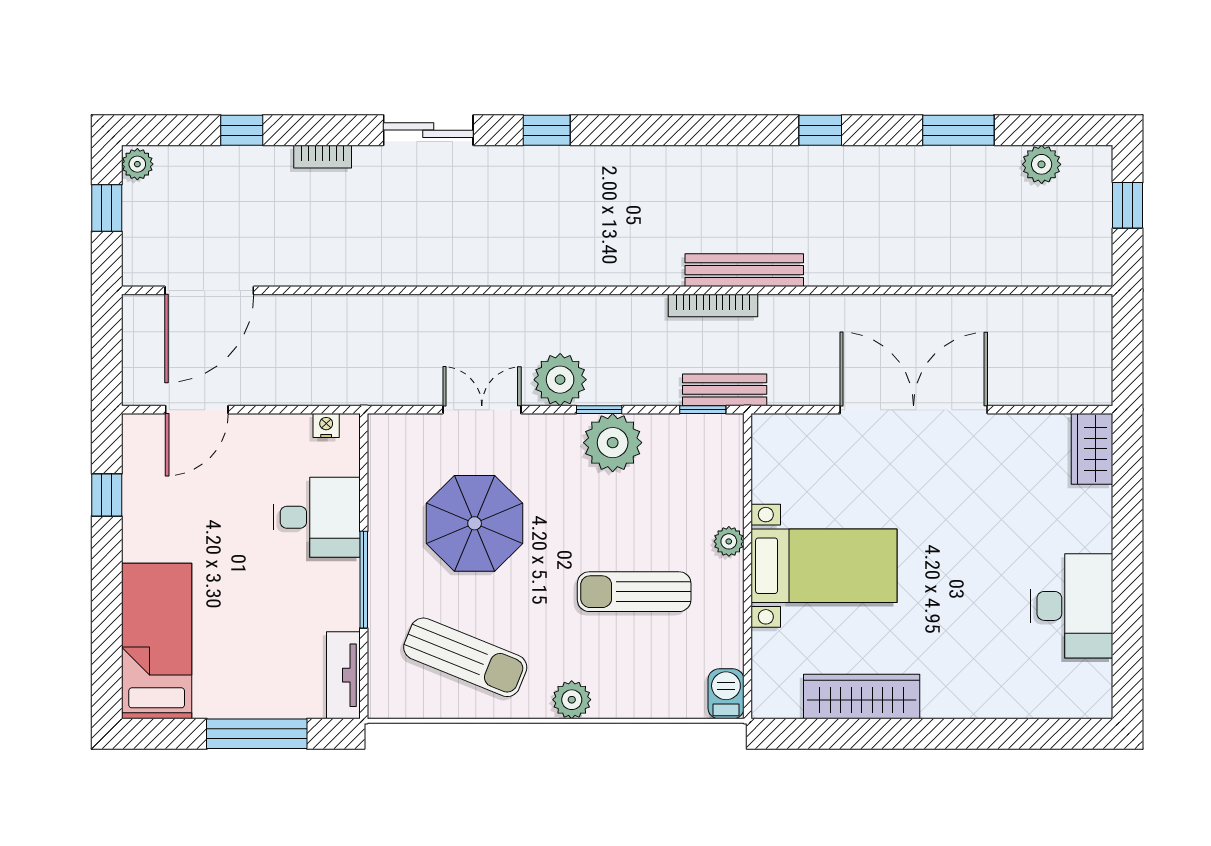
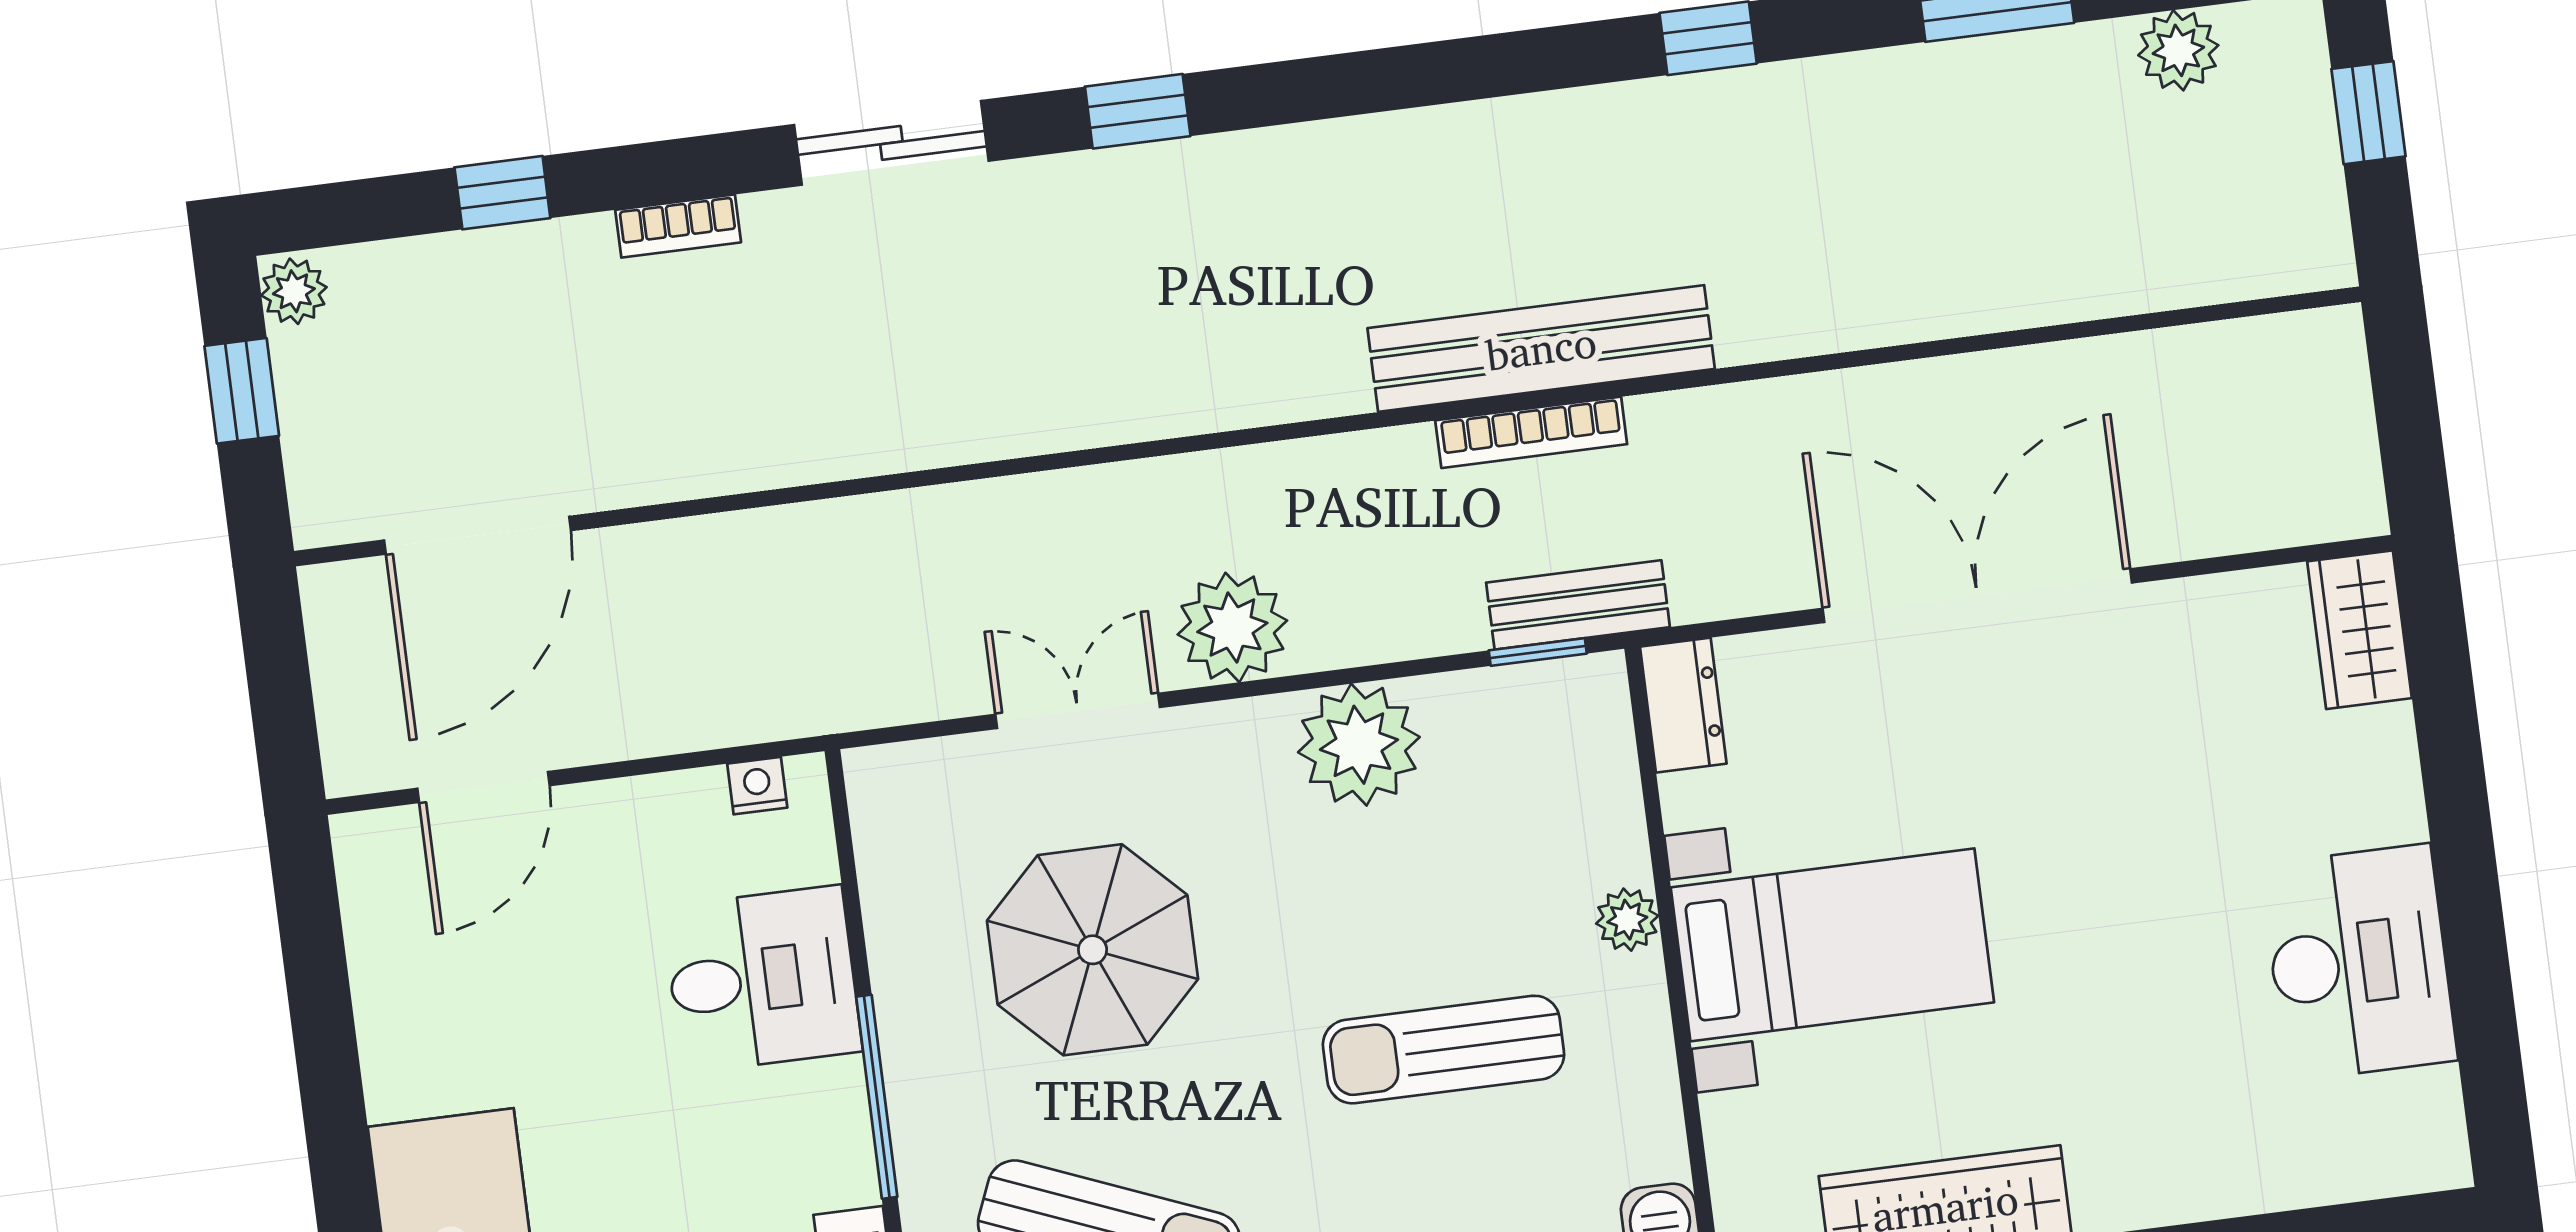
bench: (744, 270) -> (1541, 348), width x1.37, depth x1.21
window: (599, 410) -> (1322, 680), removed
dresser: (768, 444) -> (1683, 705), added
window: (107, 495) -> (318, 989), removed

